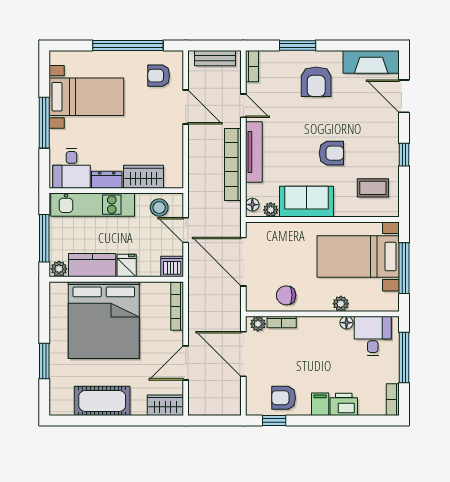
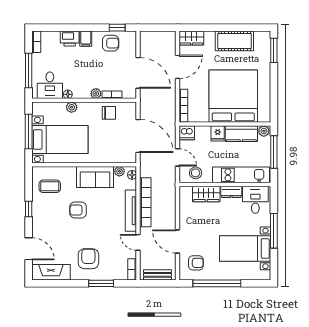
plant: (258, 324) -> (96, 94), moved
window: (44, 361) -> (274, 50), moved

